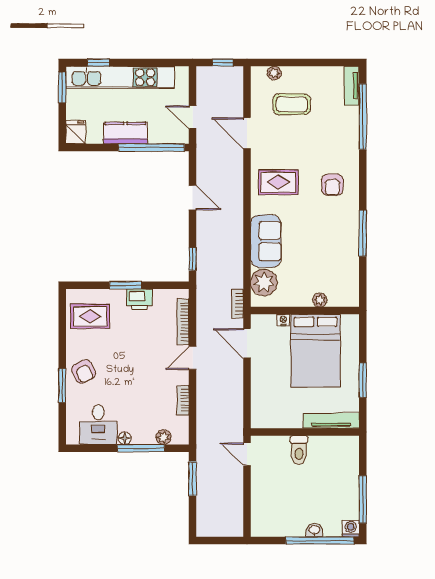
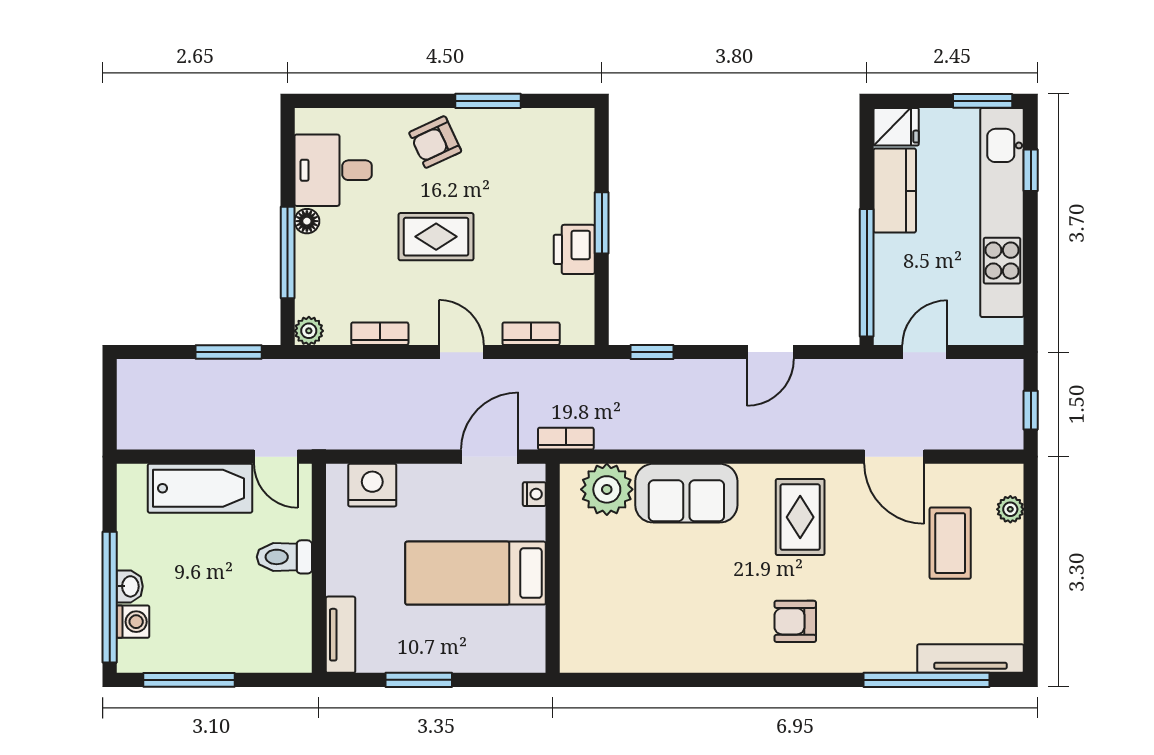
tv unit: (352, 86) -> (971, 659), width x1.41
kitchen counter: (125, 133) -> (895, 191), moved
door: (247, 133) -> (894, 457), swing flipped
window: (363, 233) -> (702, 680), removed
plant: (320, 300) -> (573, 597), removed
rug: (90, 316) -> (436, 237), moved, turned 90
nightstand: (283, 320) -> (534, 494), moved
bookcase: (183, 322) -> (531, 334), width x0.64
bed: (316, 351) -> (476, 573), width x0.67
window: (62, 386) -> (488, 101), moved
nightstand: (262, 404) -> (372, 485), added
tv unit: (331, 421) -> (341, 635), width x0.71
plant: (164, 437) -> (309, 331), moved
door: (247, 454) -> (276, 457), swing flipped
bathtub: (263, 494) -> (200, 488), added
washing machine: (351, 528) -> (133, 622), moved

